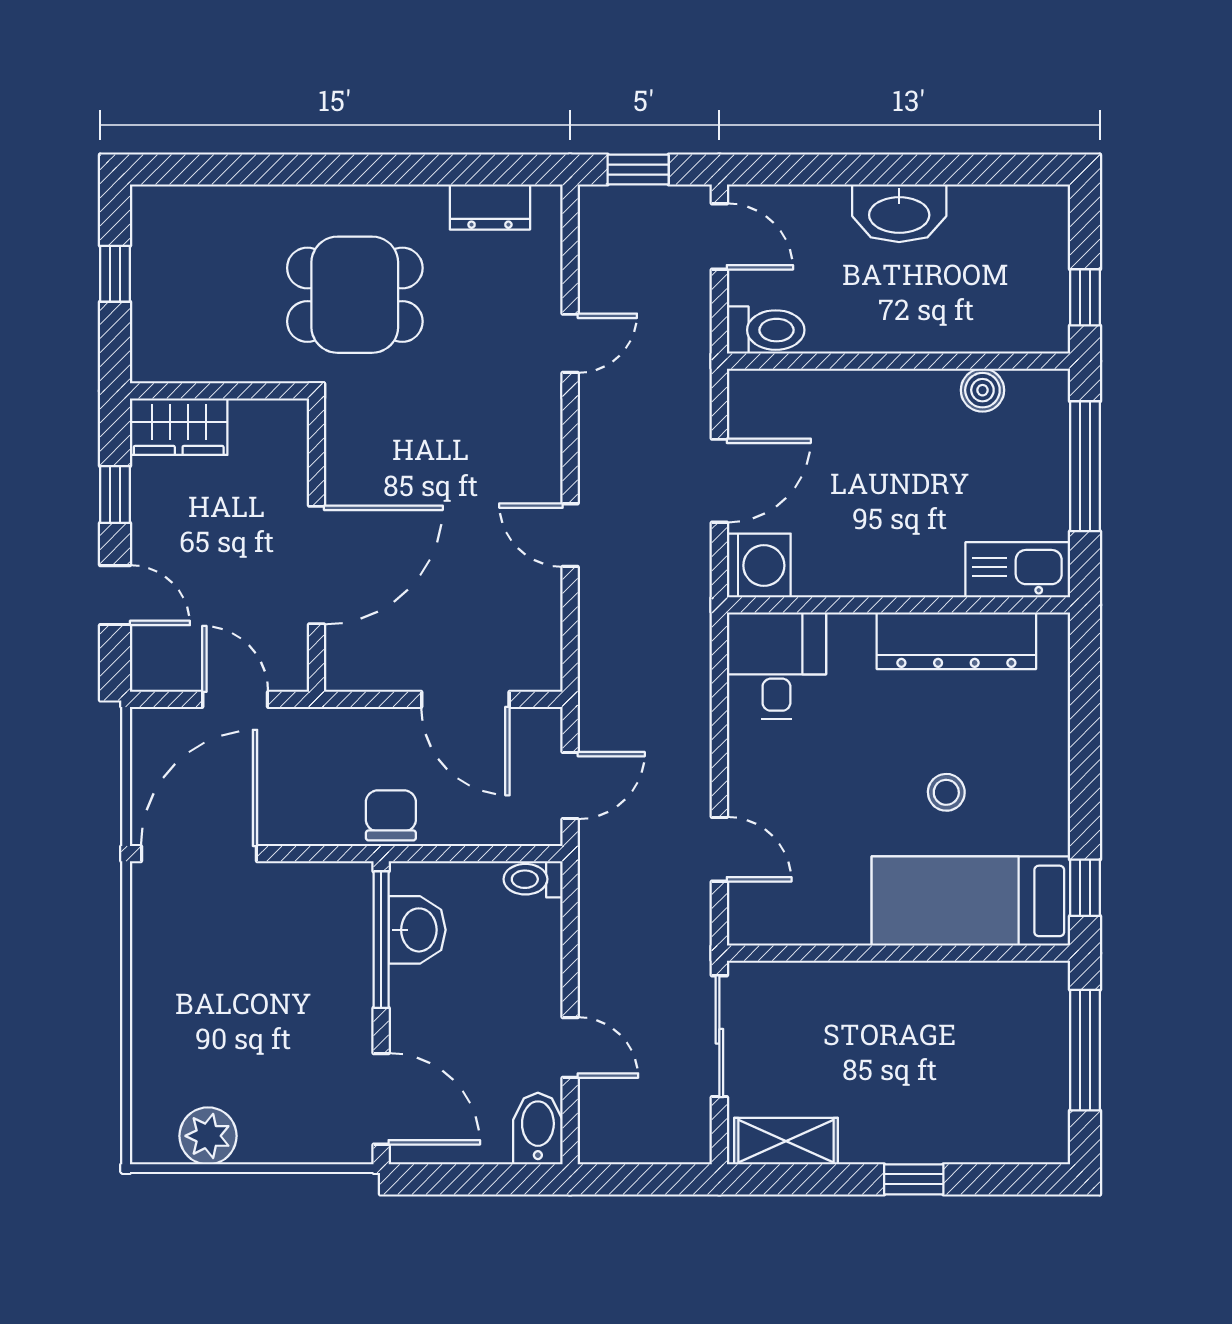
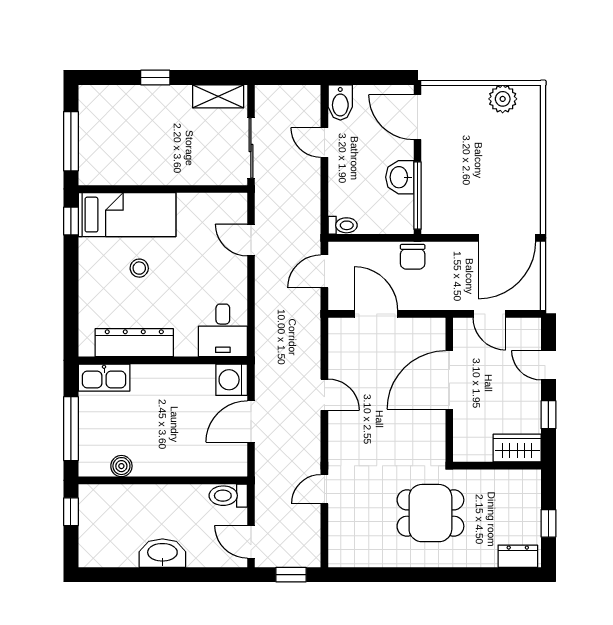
dresser: (490, 207) -> (518, 556), moved
washbasin: (417, 930) -> (400, 177), moved

